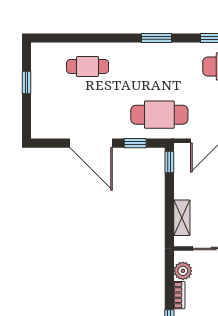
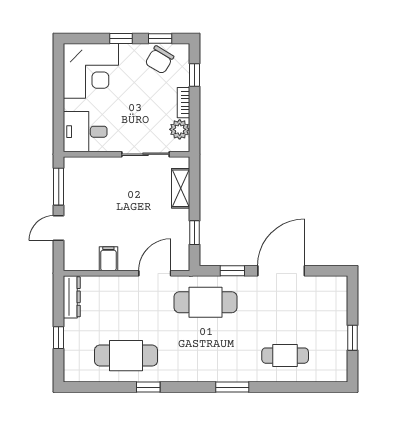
window: (157, 38) -> (232, 387), moved
door: (91, 143) -> (281, 271), hinge flipped
window: (169, 162) -> (194, 233), moved

